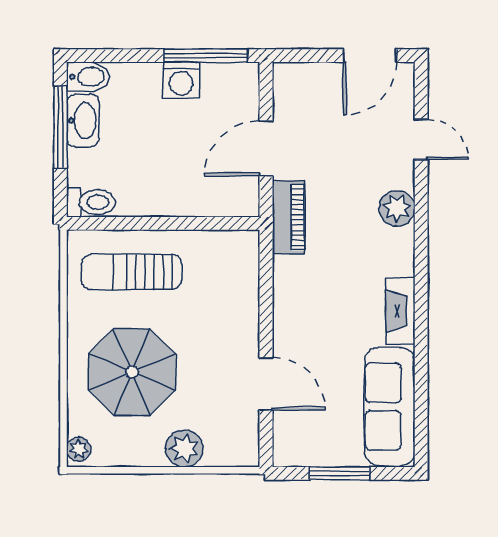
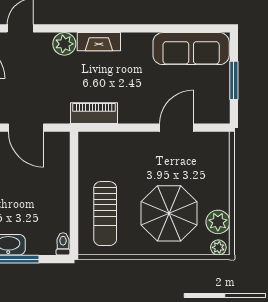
toilet: (91, 202) -> (63, 244), width x0.73, depth x0.72
piano: (289, 217) -> (94, 113), moved
fireplace: (400, 311) -> (99, 42), moved
plant: (184, 448) -> (218, 222), moved

